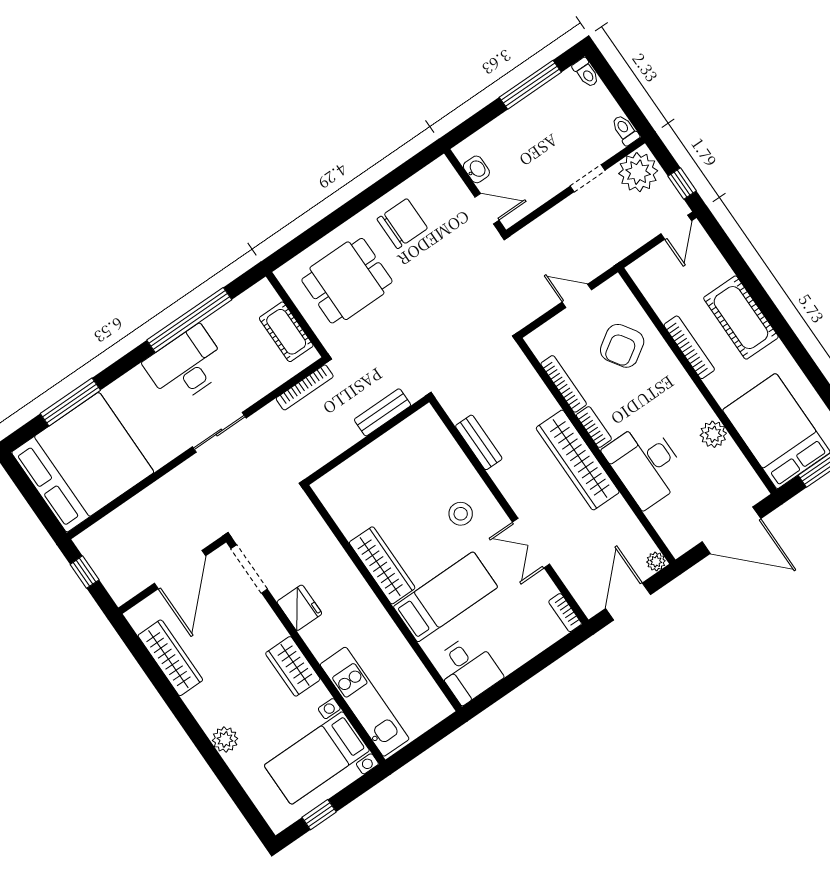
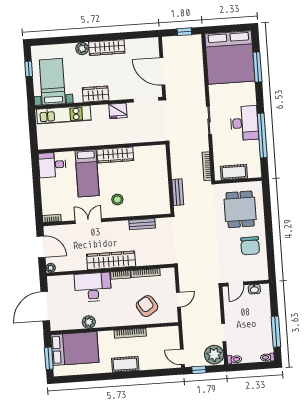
cot: (741, 318) -> (125, 364), width x0.73, depth x0.75
wardrobe: (170, 658) -> (107, 48), moved

